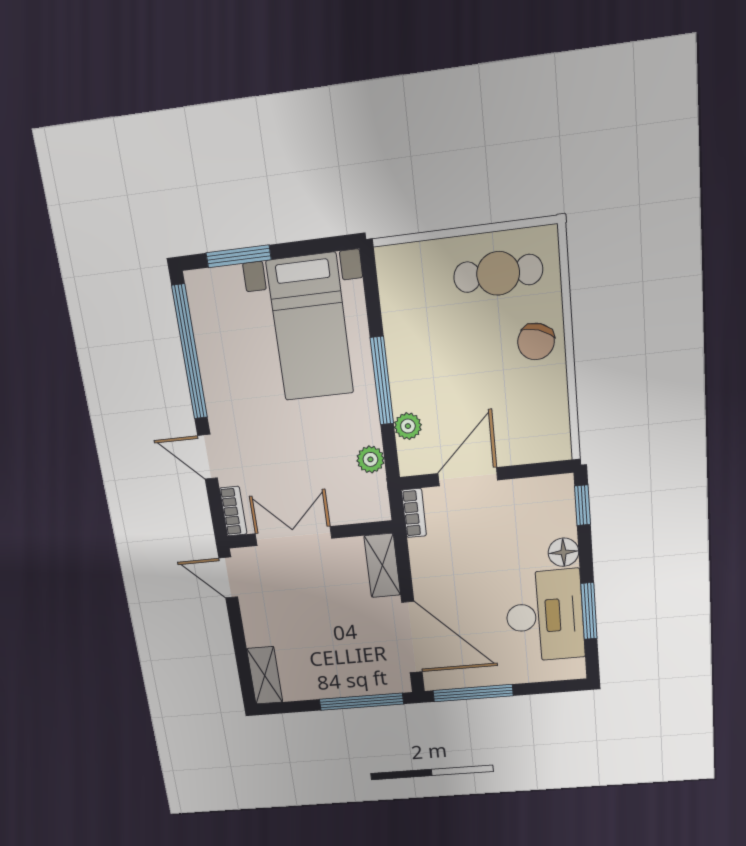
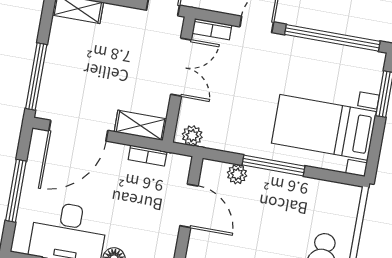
plant: (370, 459) -> (192, 136), moved
bookcase: (414, 513) -> (148, 156), moved
window: (473, 693) -> (16, 191), moved

